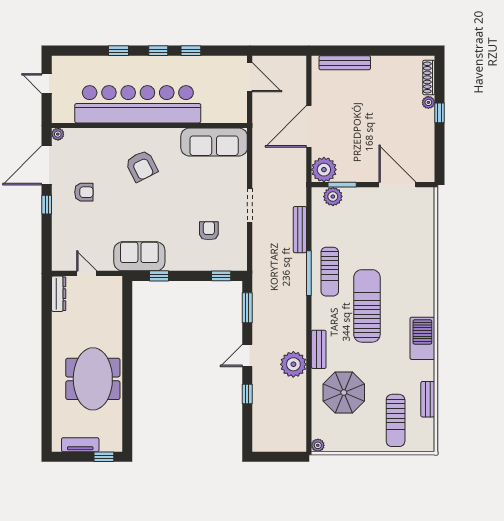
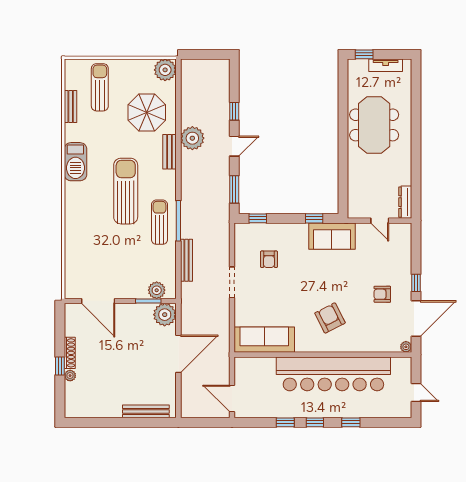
shoe rack: (429, 77) -> (70, 353), moved
sun lounger: (367, 306) -> (126, 191), turned 180
plant: (318, 445) -> (165, 70), width x1.88, depth x1.88

